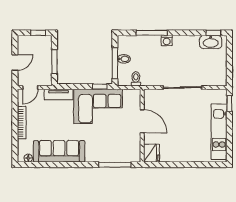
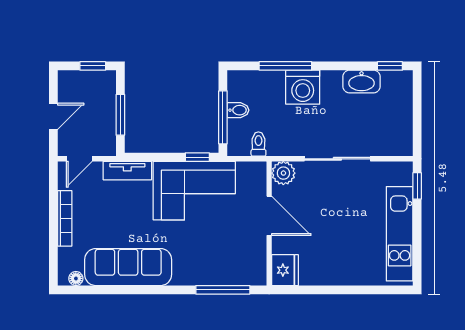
washing machine: (167, 41) -> (303, 87), width x1.89, depth x1.89
washbasin: (211, 42) -> (361, 82), moved
plant: (151, 96) -> (283, 173), added

